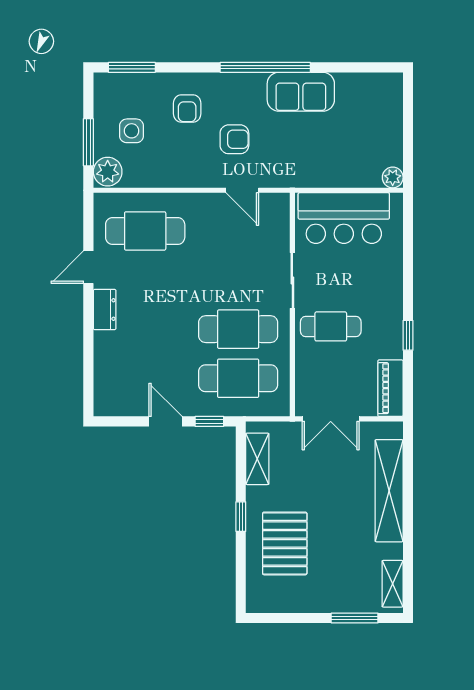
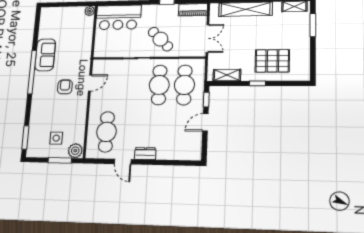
armchair: (187, 108) -> (48, 110), removed
bar counter: (344, 218) -> (118, 17), moved, turned 90
cafe table: (331, 326) -> (160, 39), turned -45

